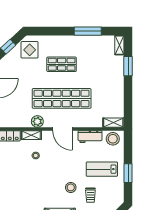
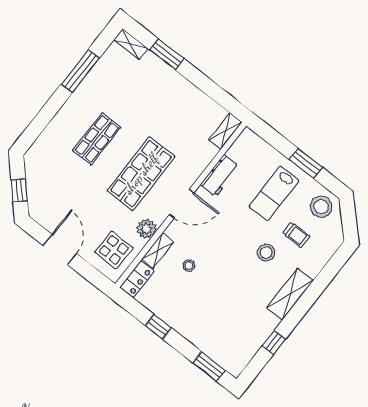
display table: (30, 50) -> (114, 250), moved
shop shelf: (62, 98) -> (141, 174), width x0.71
stool: (113, 139) -> (321, 207), moved

